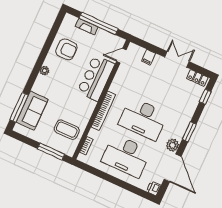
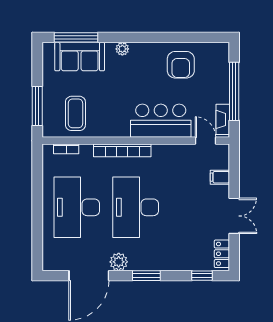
fireplace: (87, 27) -> (223, 119), moved
plant: (45, 71) -> (122, 49), moved
printer: (154, 188) -> (51, 263), removed

